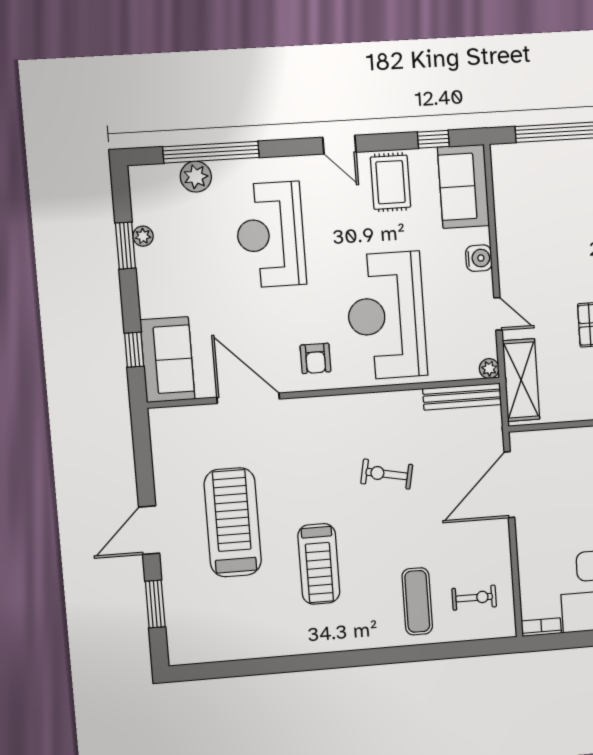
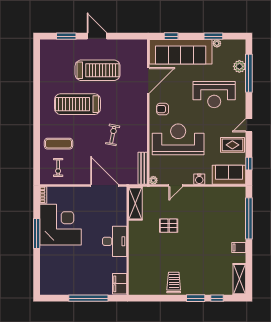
reception desk: (270, 235) -> (214, 95), turned 180
sofa: (167, 360) -> (181, 52), width x1.85, depth x1.27
shelving: (521, 380) -> (135, 203), moved, turned 90
treadmill: (319, 564) -> (77, 104), width x1.37, depth x1.38

